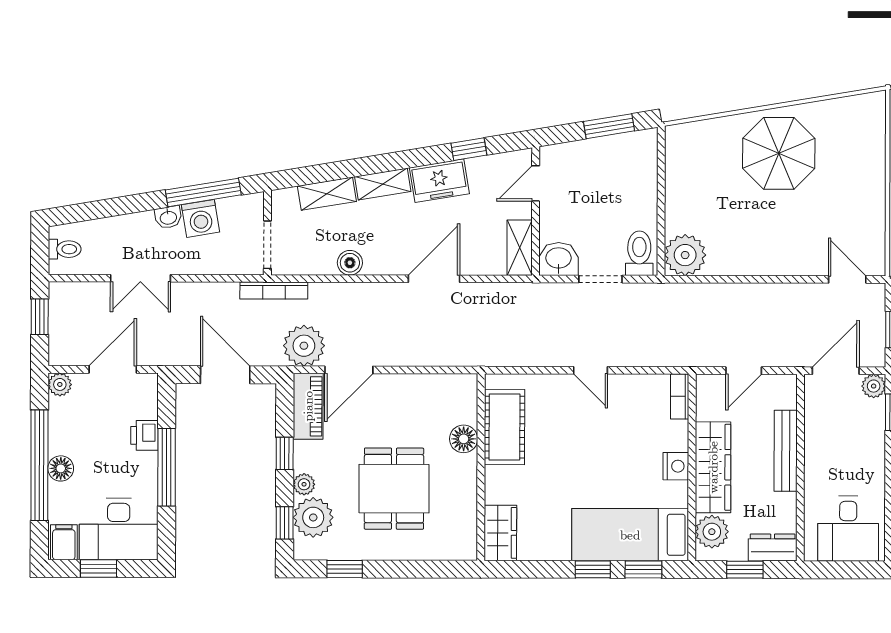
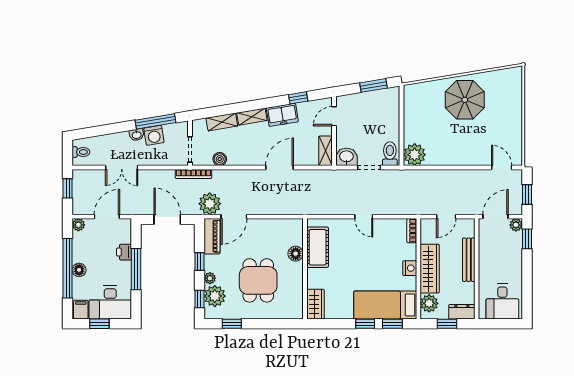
boiler: (350, 263) -> (220, 159), moved

